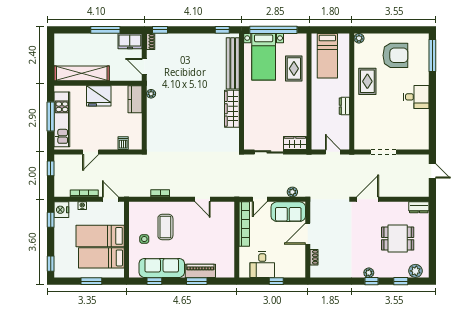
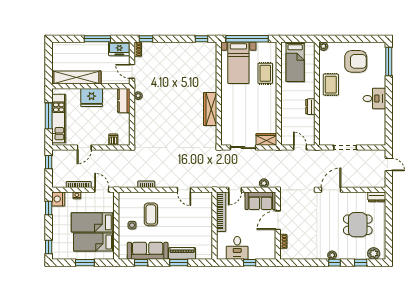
bench: (233, 63) -> (211, 69), removed

